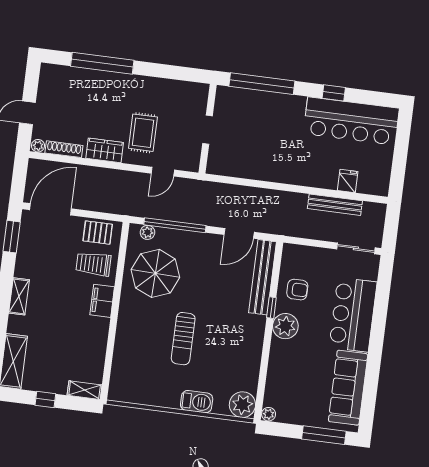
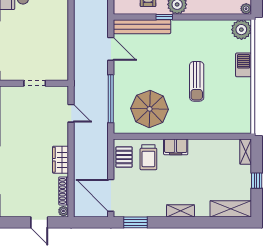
rug: (143, 133) -> (43, 132), removed
plant: (148, 232) -> (119, 119), removed
sun lounger: (183, 339) -> (197, 81), turned 90

